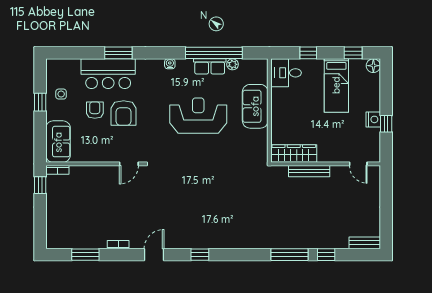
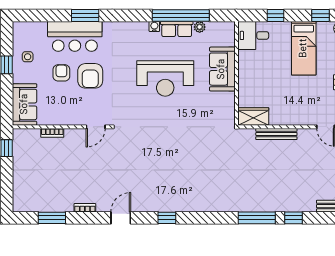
water cooler: (170, 64) -> (154, 26), moved
reception desk: (198, 116) -> (165, 78), turned 180
wardrobe: (294, 154) -> (253, 116), width x0.67
bookcase: (57, 170) -> (52, 133), moved

